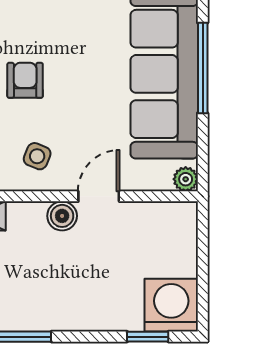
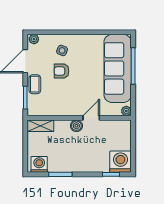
armchair: (25, 80) -> (62, 71), turned -90
side table: (37, 156) -> (62, 50), moved

